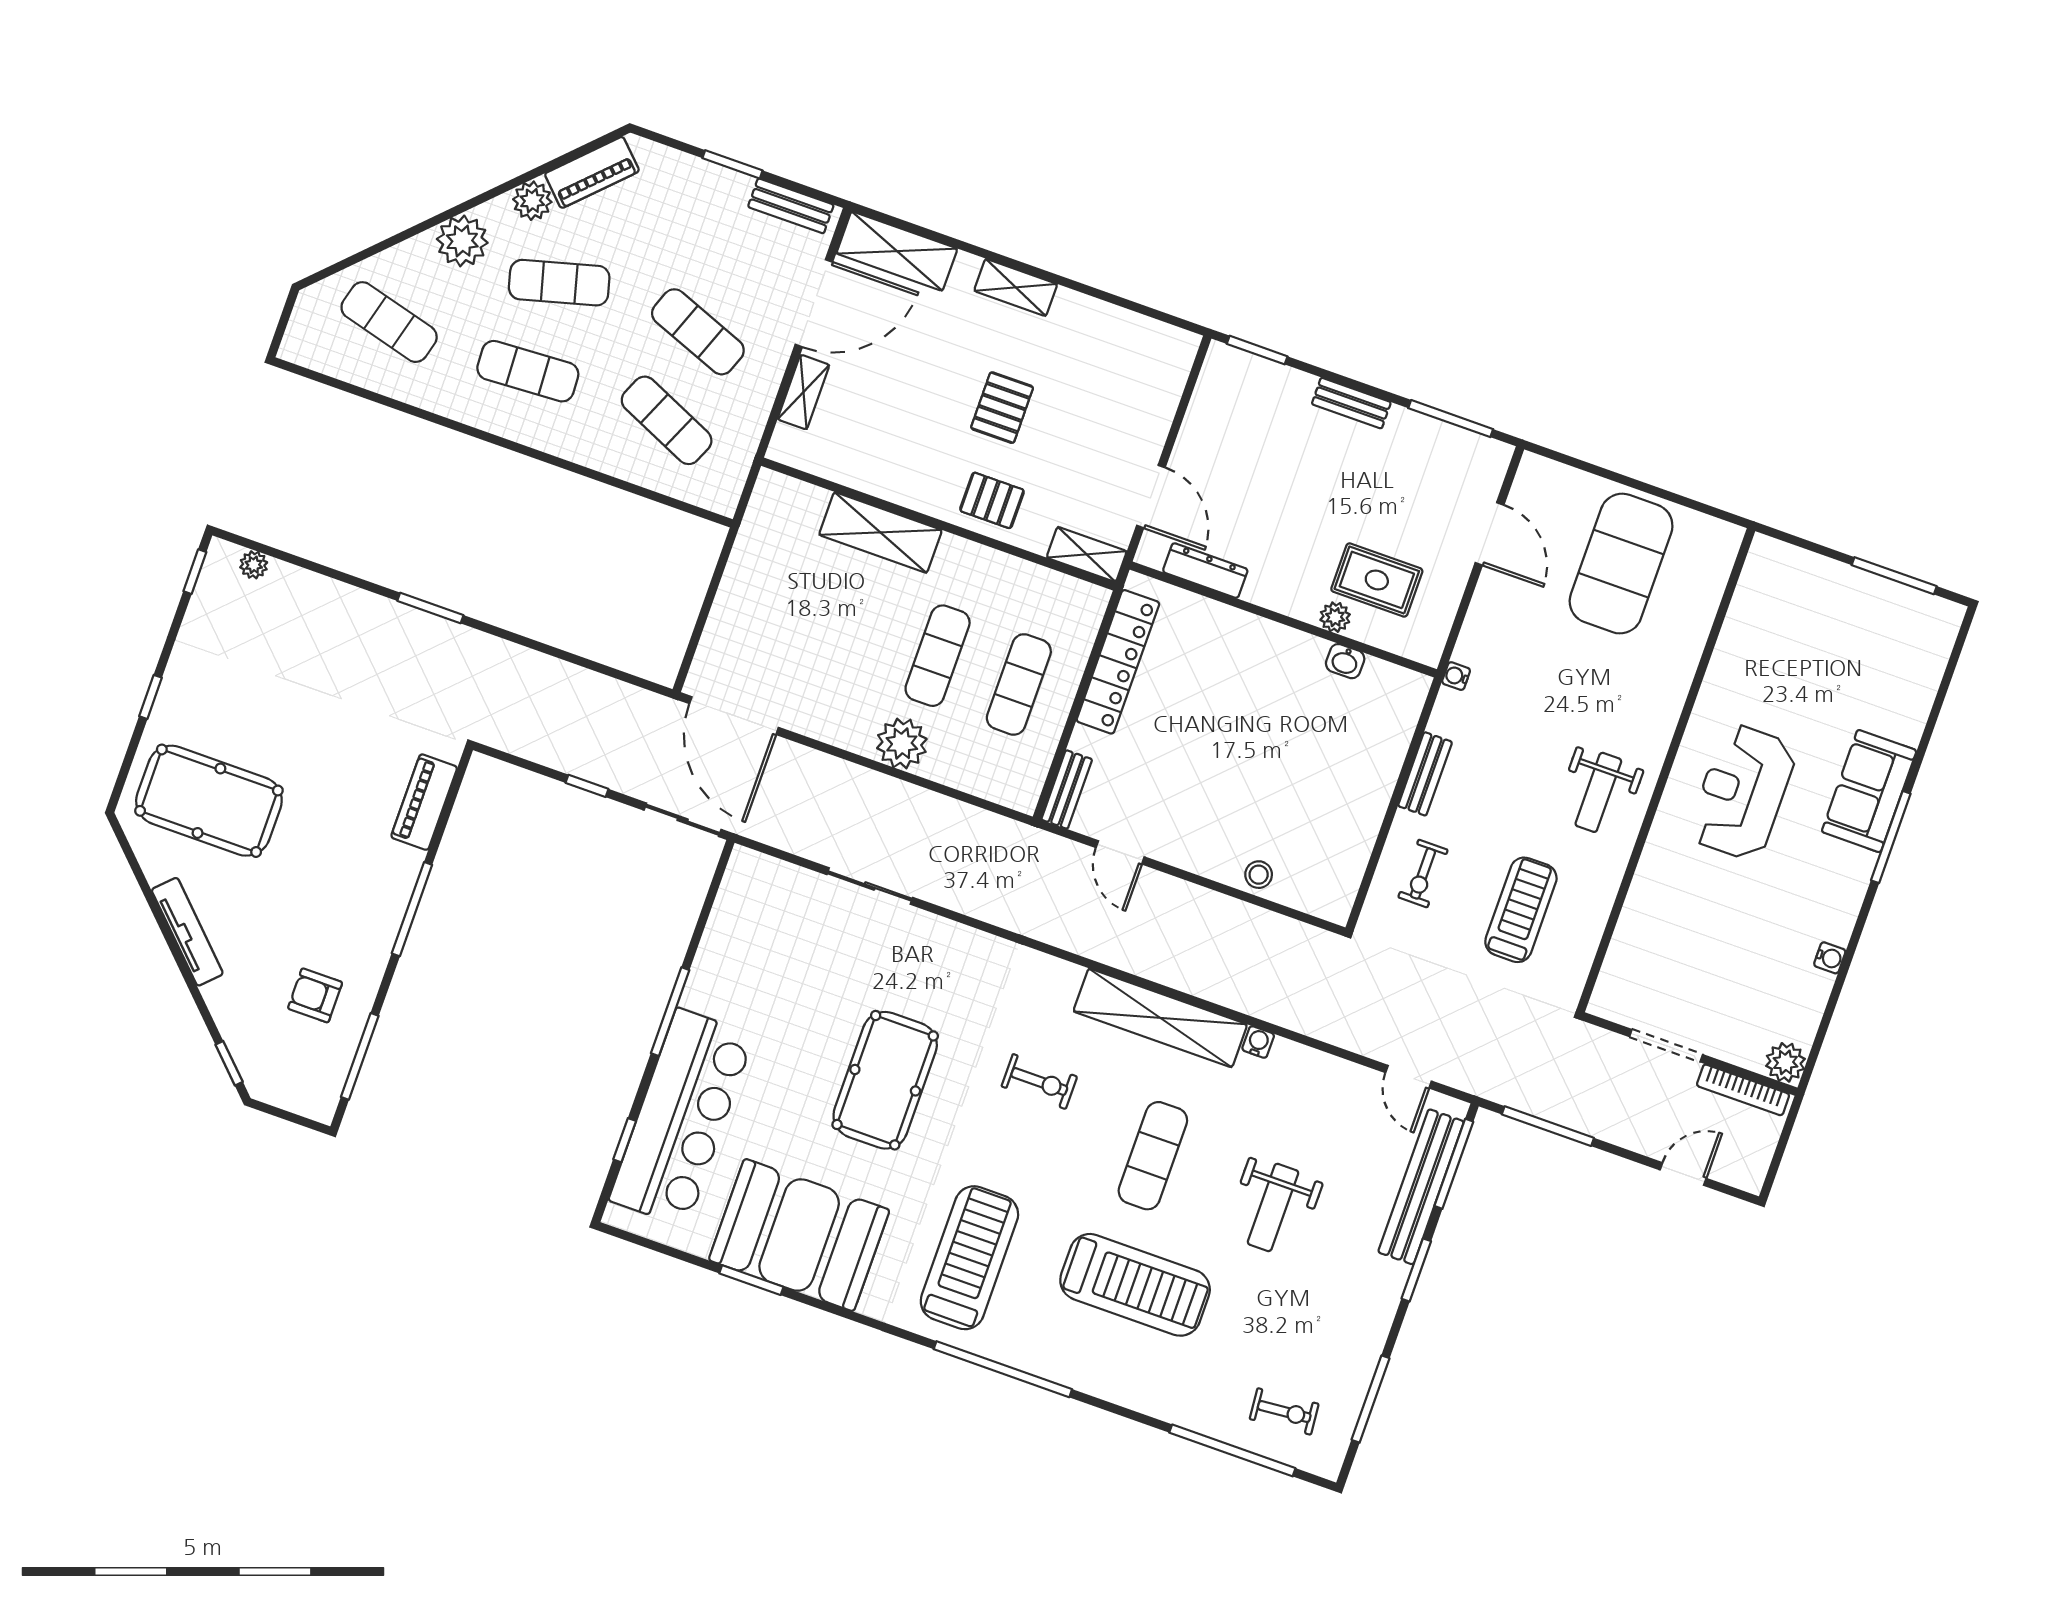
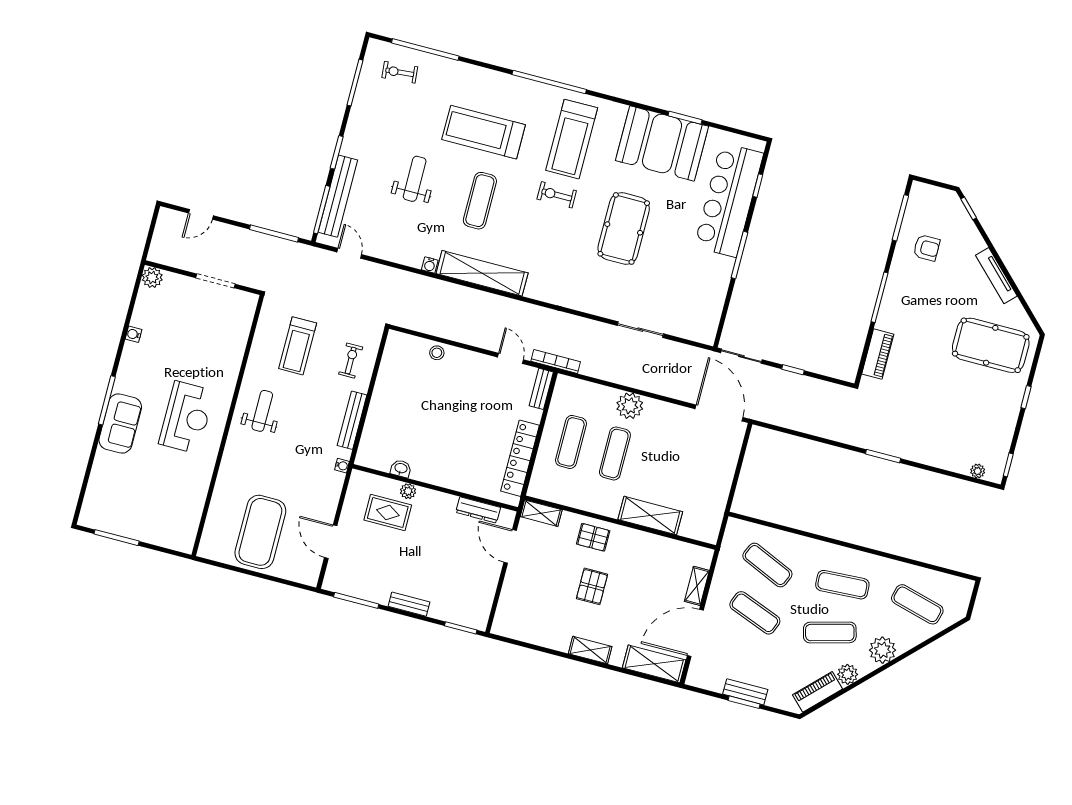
bench: (791, 206) -> (745, 692), moved
bench: (1425, 774) -> (352, 420), width x1.36
exercise bike: (1039, 1081) -> (557, 195), moved
bookcase: (1743, 1090) -> (556, 361), moved

